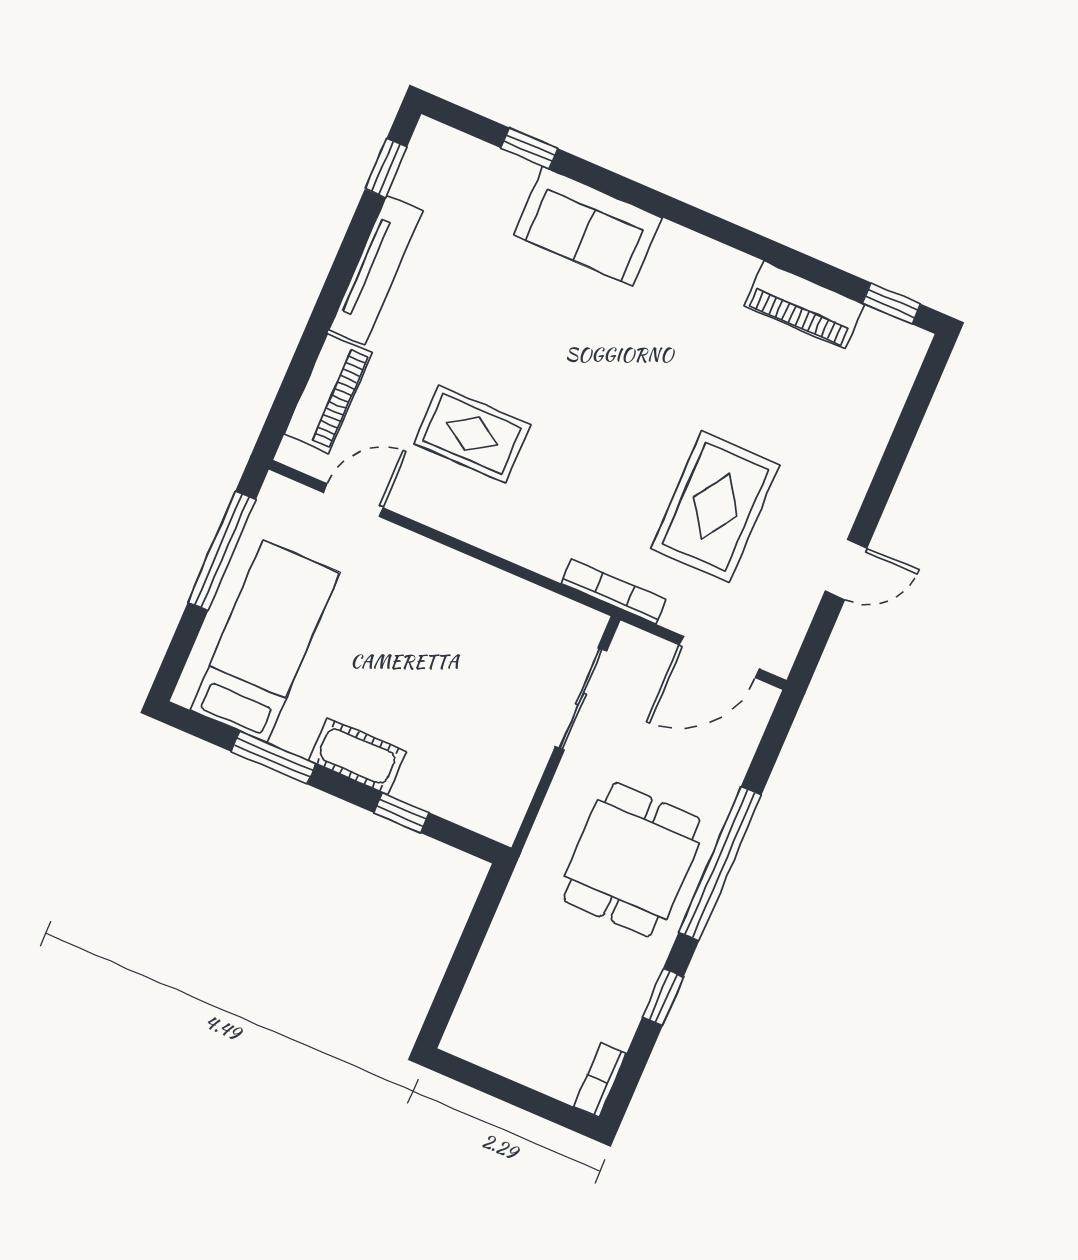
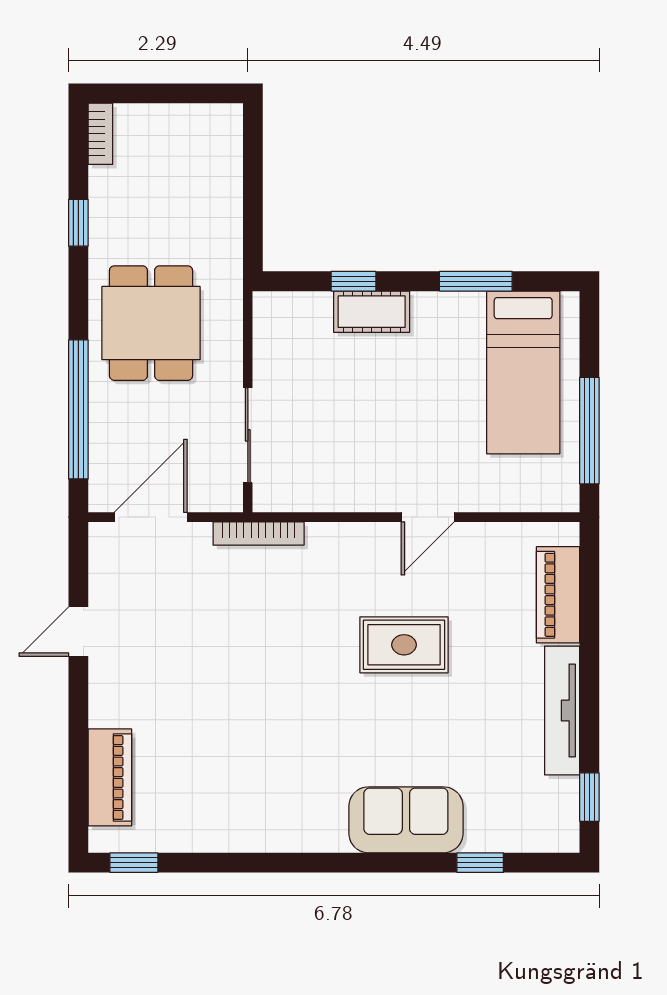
piano: (804, 305) -> (110, 777), moved, turned 90
rug: (472, 434) -> (404, 645), moved
door: (353, 500) -> (428, 517), moved
rug: (715, 507) -> (206, 637), removed
cot: (357, 756) -> (372, 312), moved
window: (720, 864) -> (78, 409), moved

